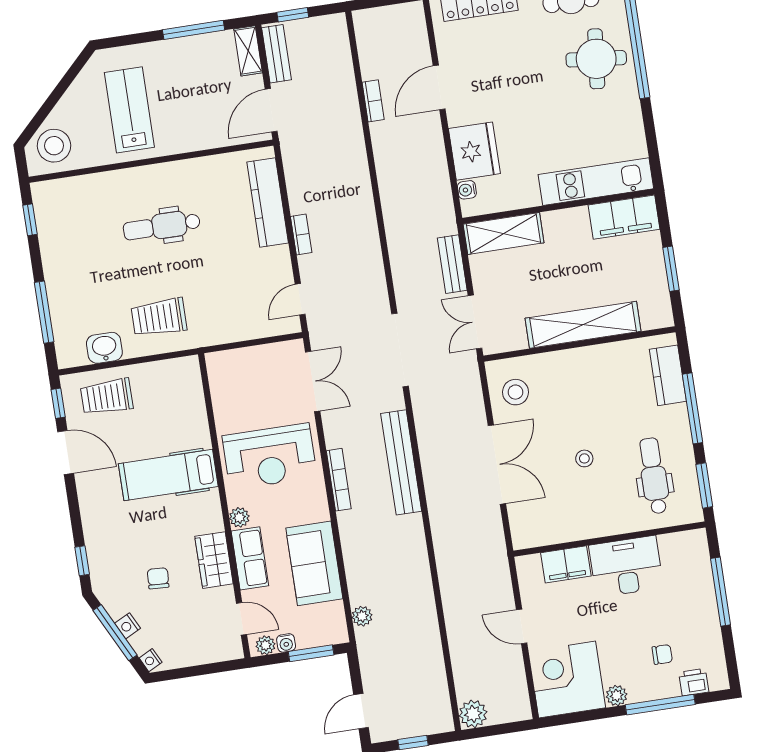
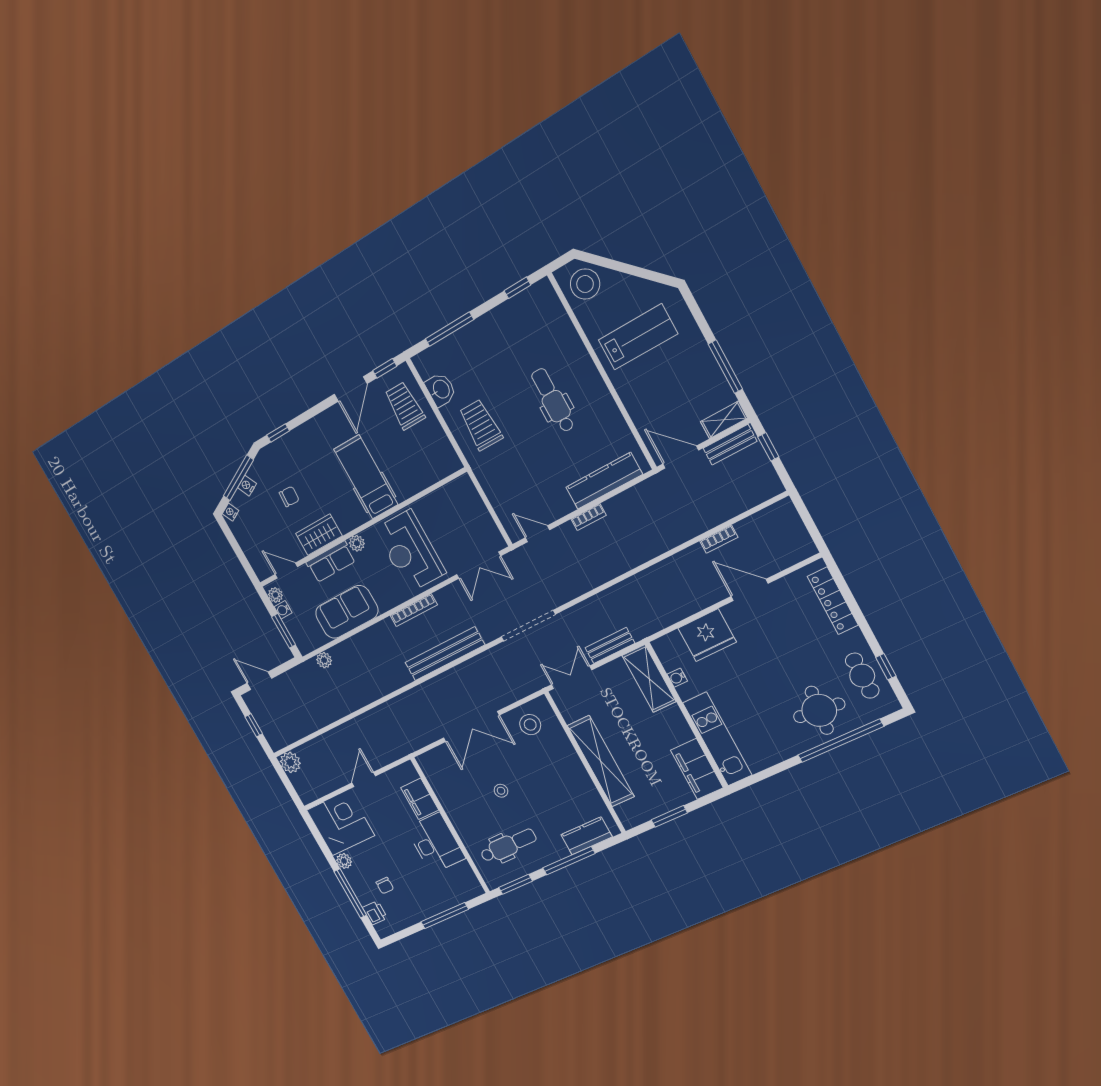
water cooler: (467, 190) -> (677, 678), moved, turned -90
door: (242, 619) -> (286, 570), swing flipped

